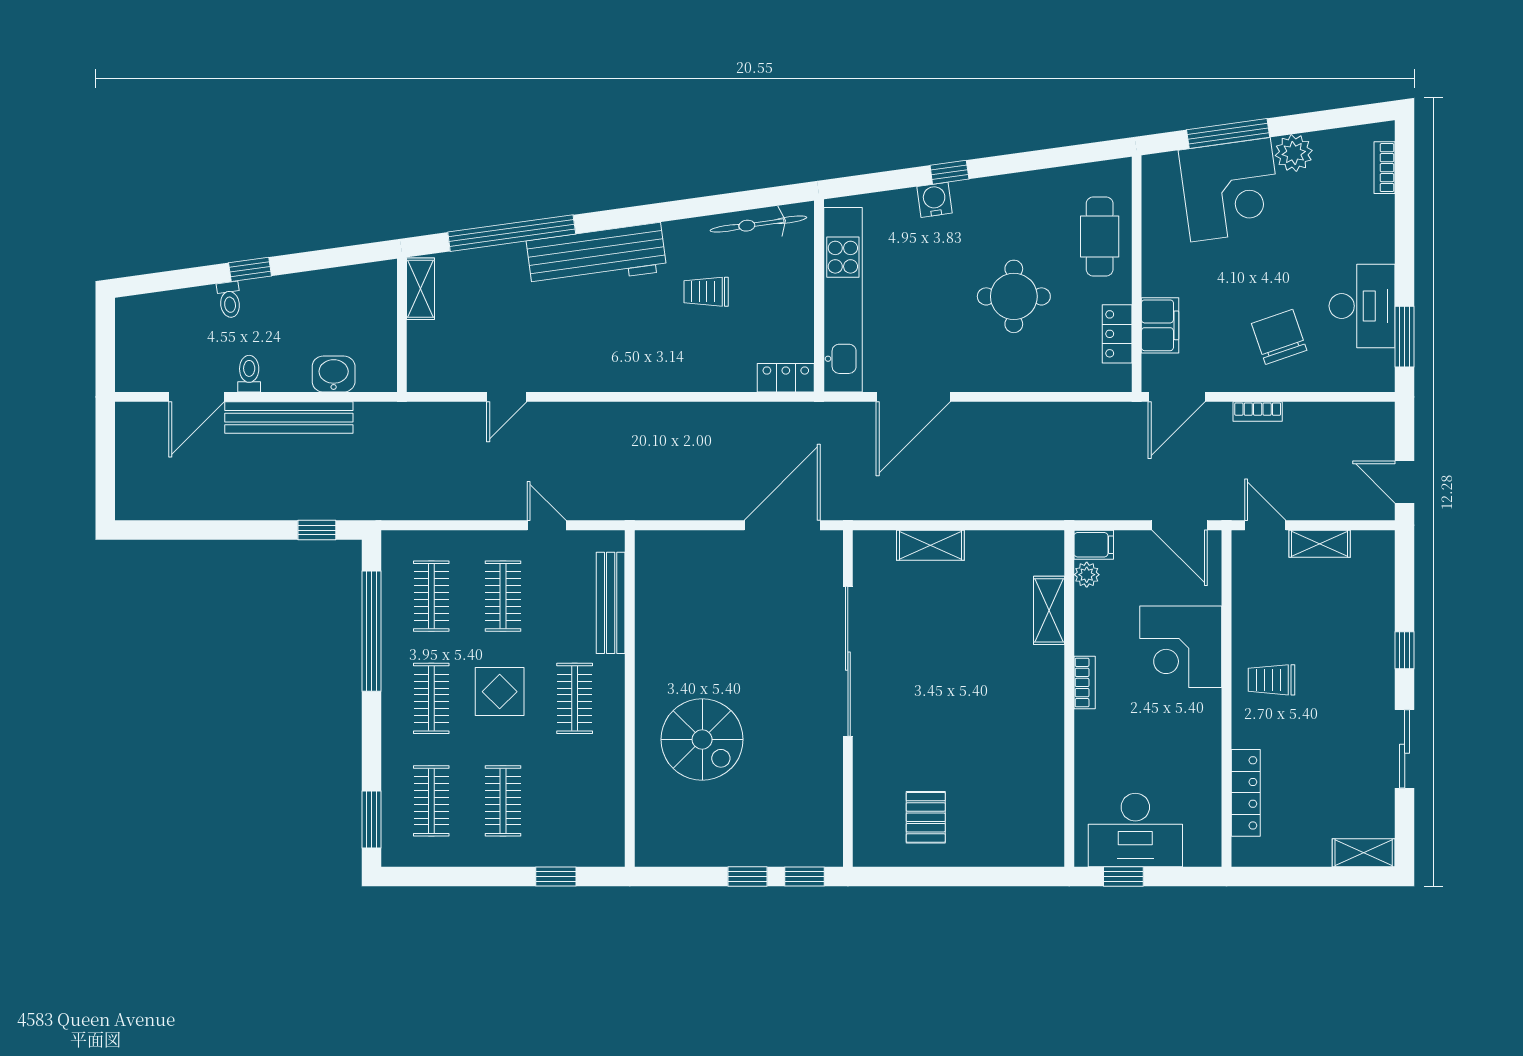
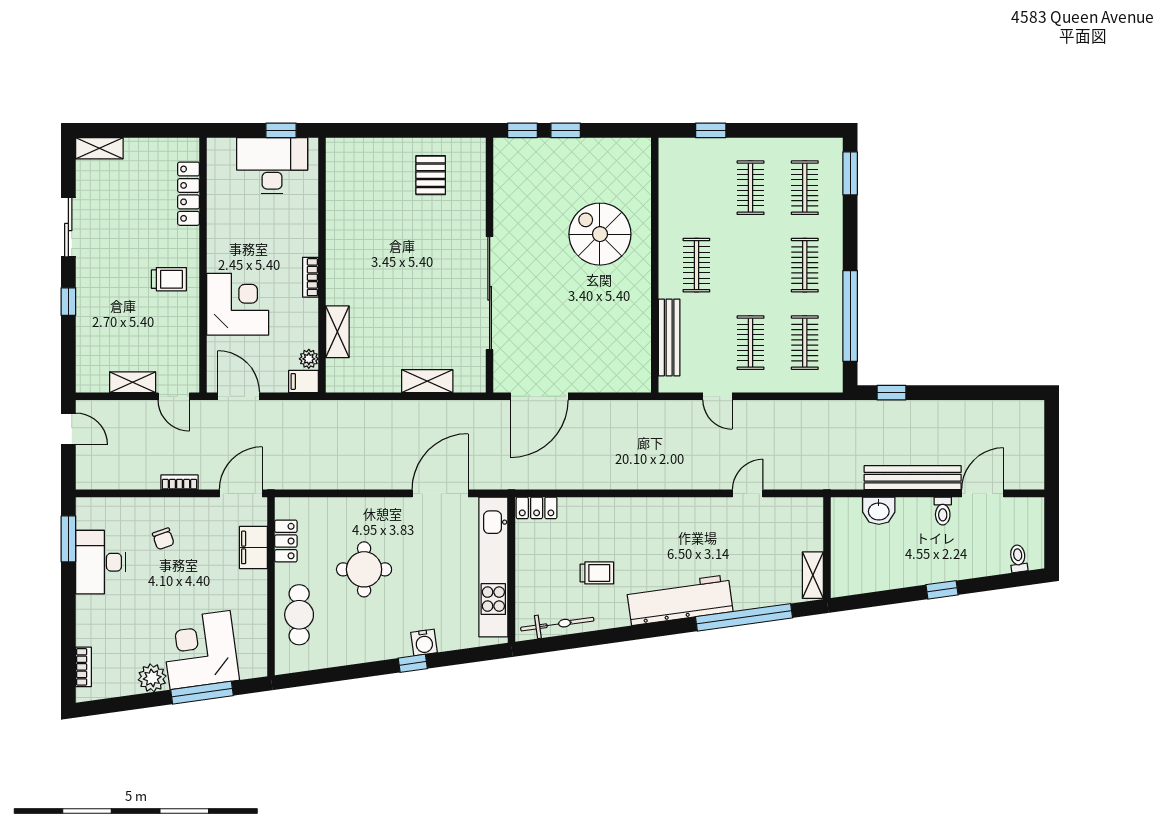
toilet: (229, 300) -> (1018, 558), moved
chair: (1279, 337) -> (163, 539), width x0.54, depth x0.54
display table: (500, 692) -> (753, 270), removed

